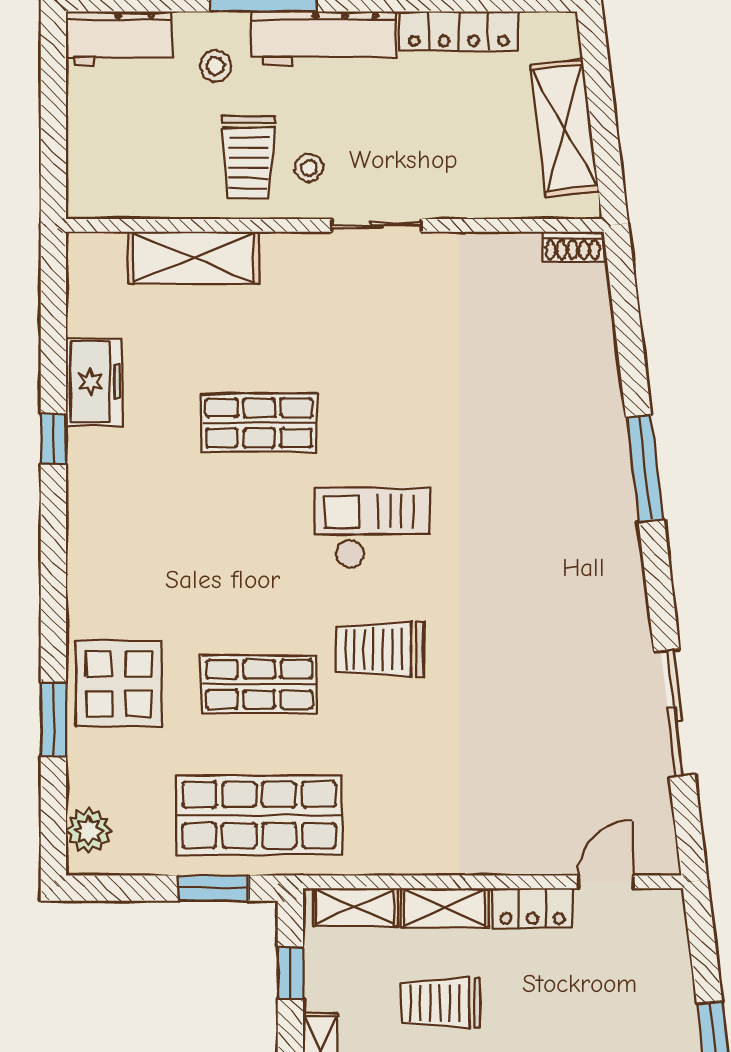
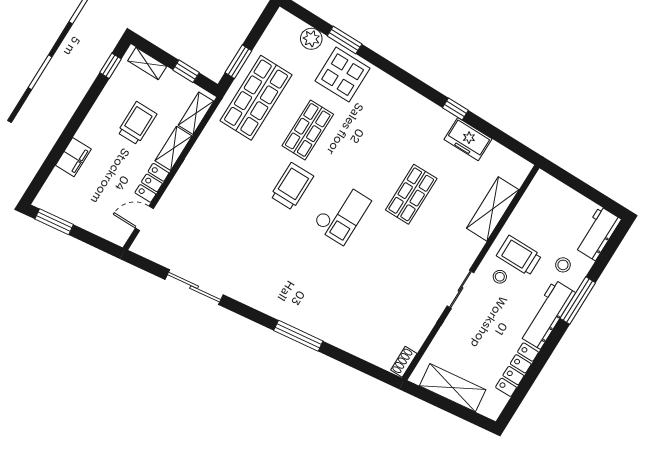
plant: (89, 830) -> (311, 39), moved
door: (606, 882) -> (144, 218), swing flipped

